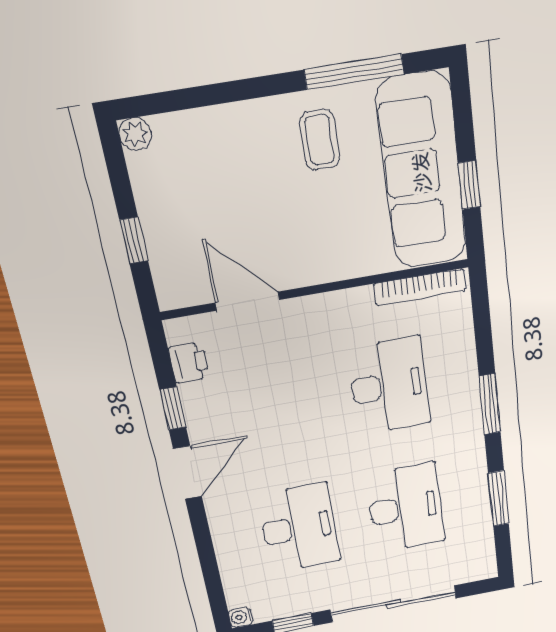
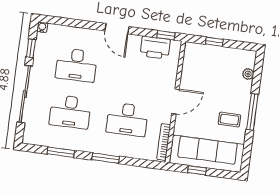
window: (354, 72) -> (252, 112), moved
plant: (135, 134) -> (248, 74), moved
door: (248, 301) -> (176, 101), moved
printer: (189, 363) -> (155, 48), width x1.87, depth x1.48
window: (173, 408) -> (166, 35), moved

